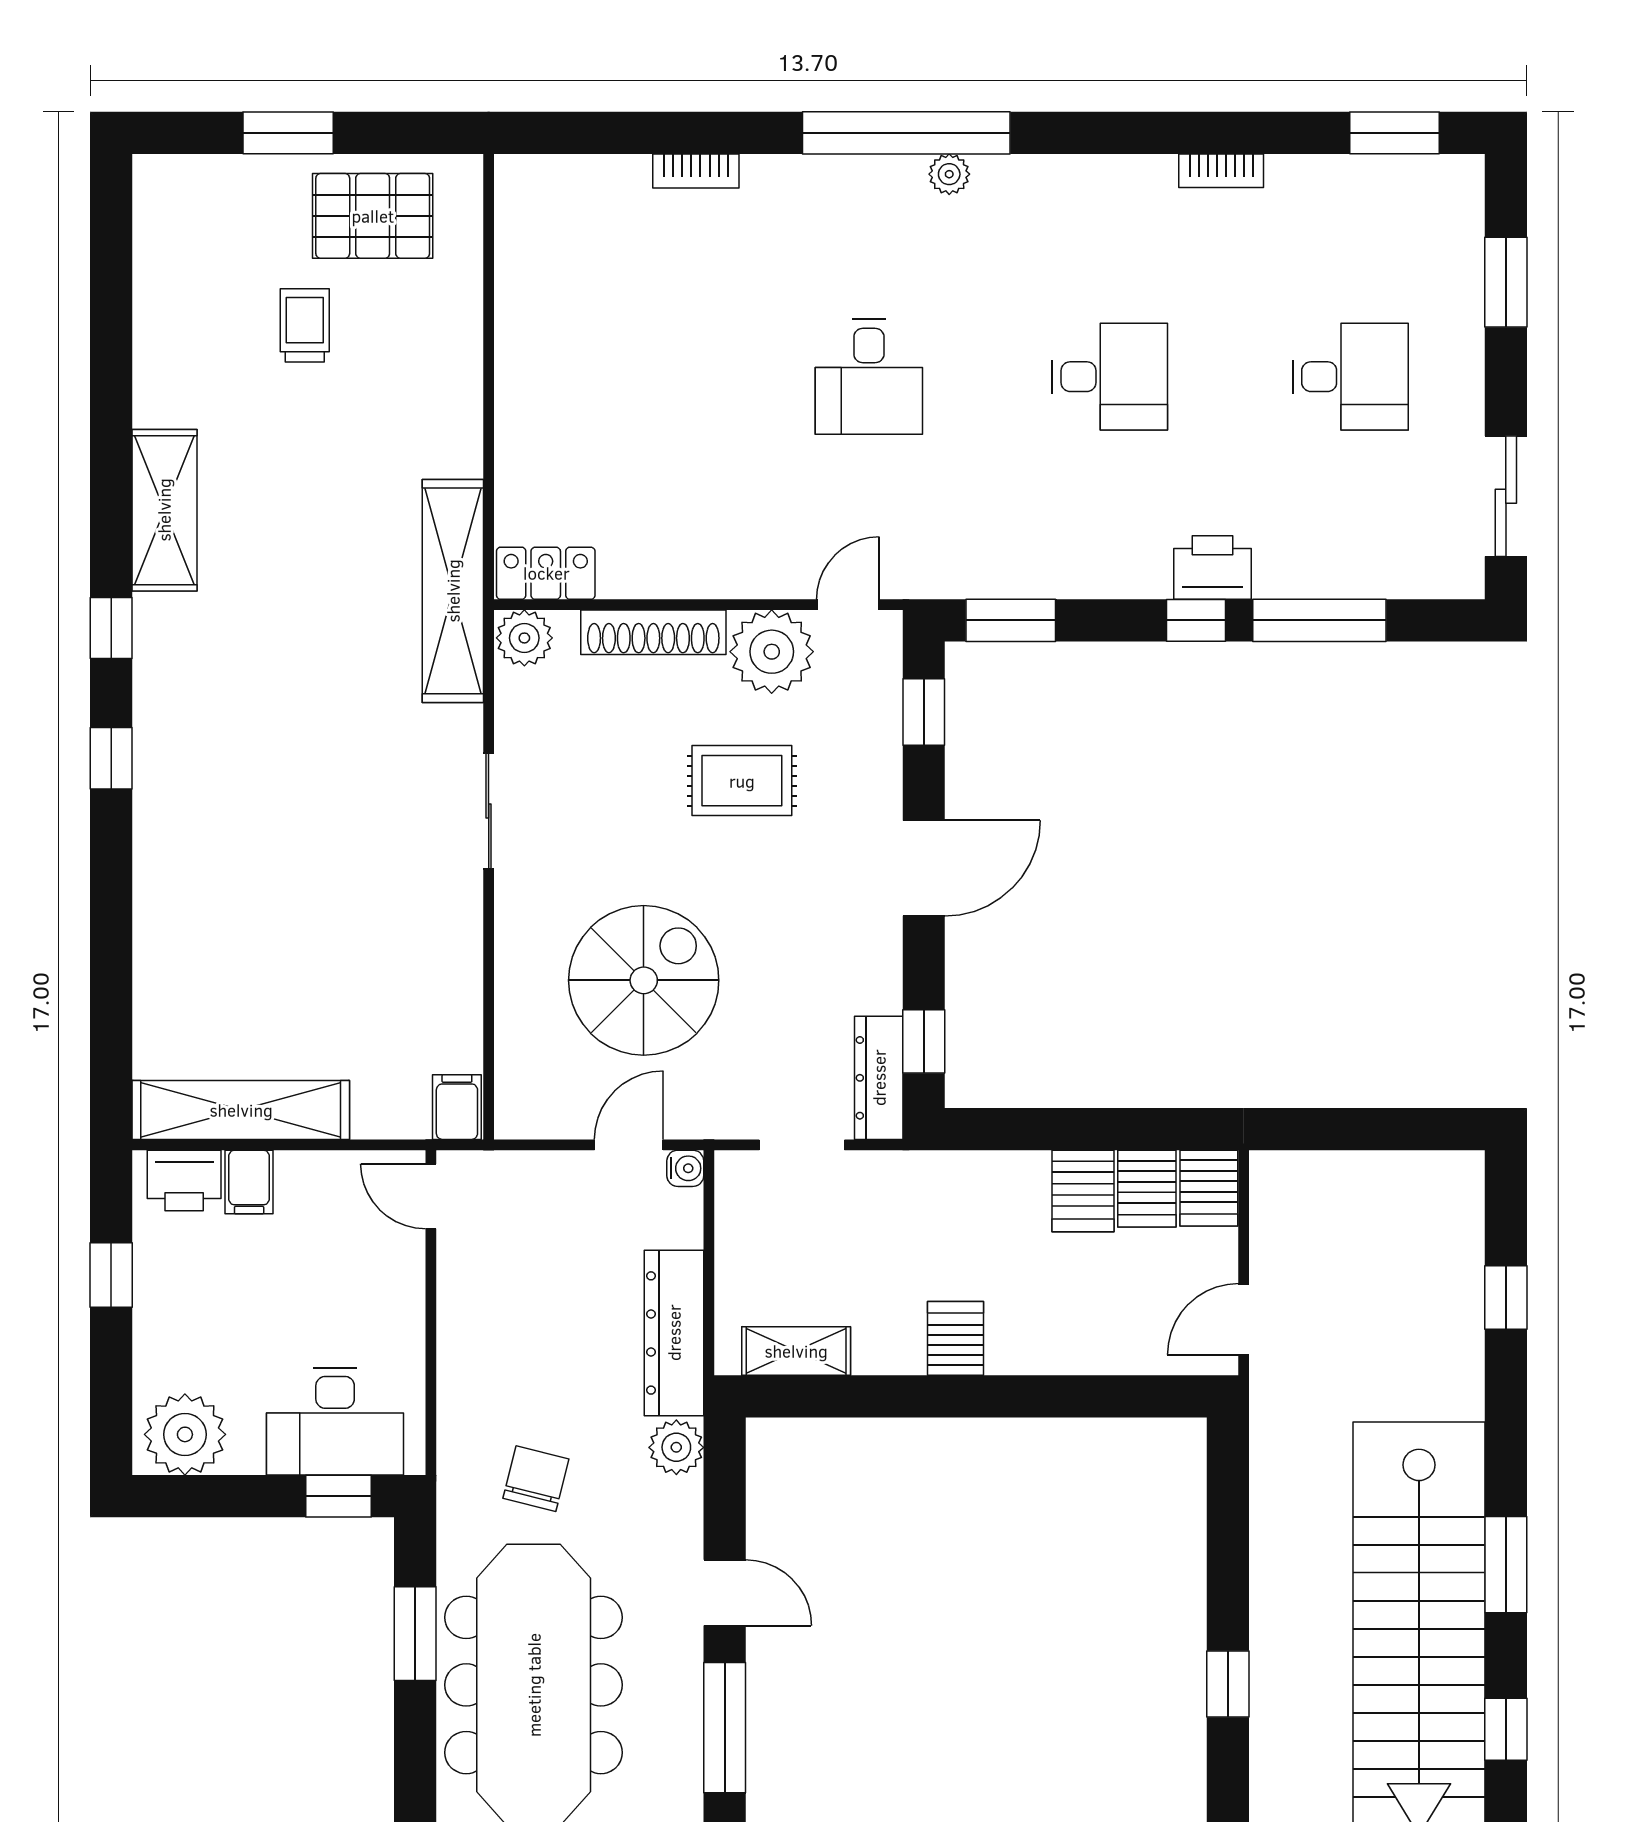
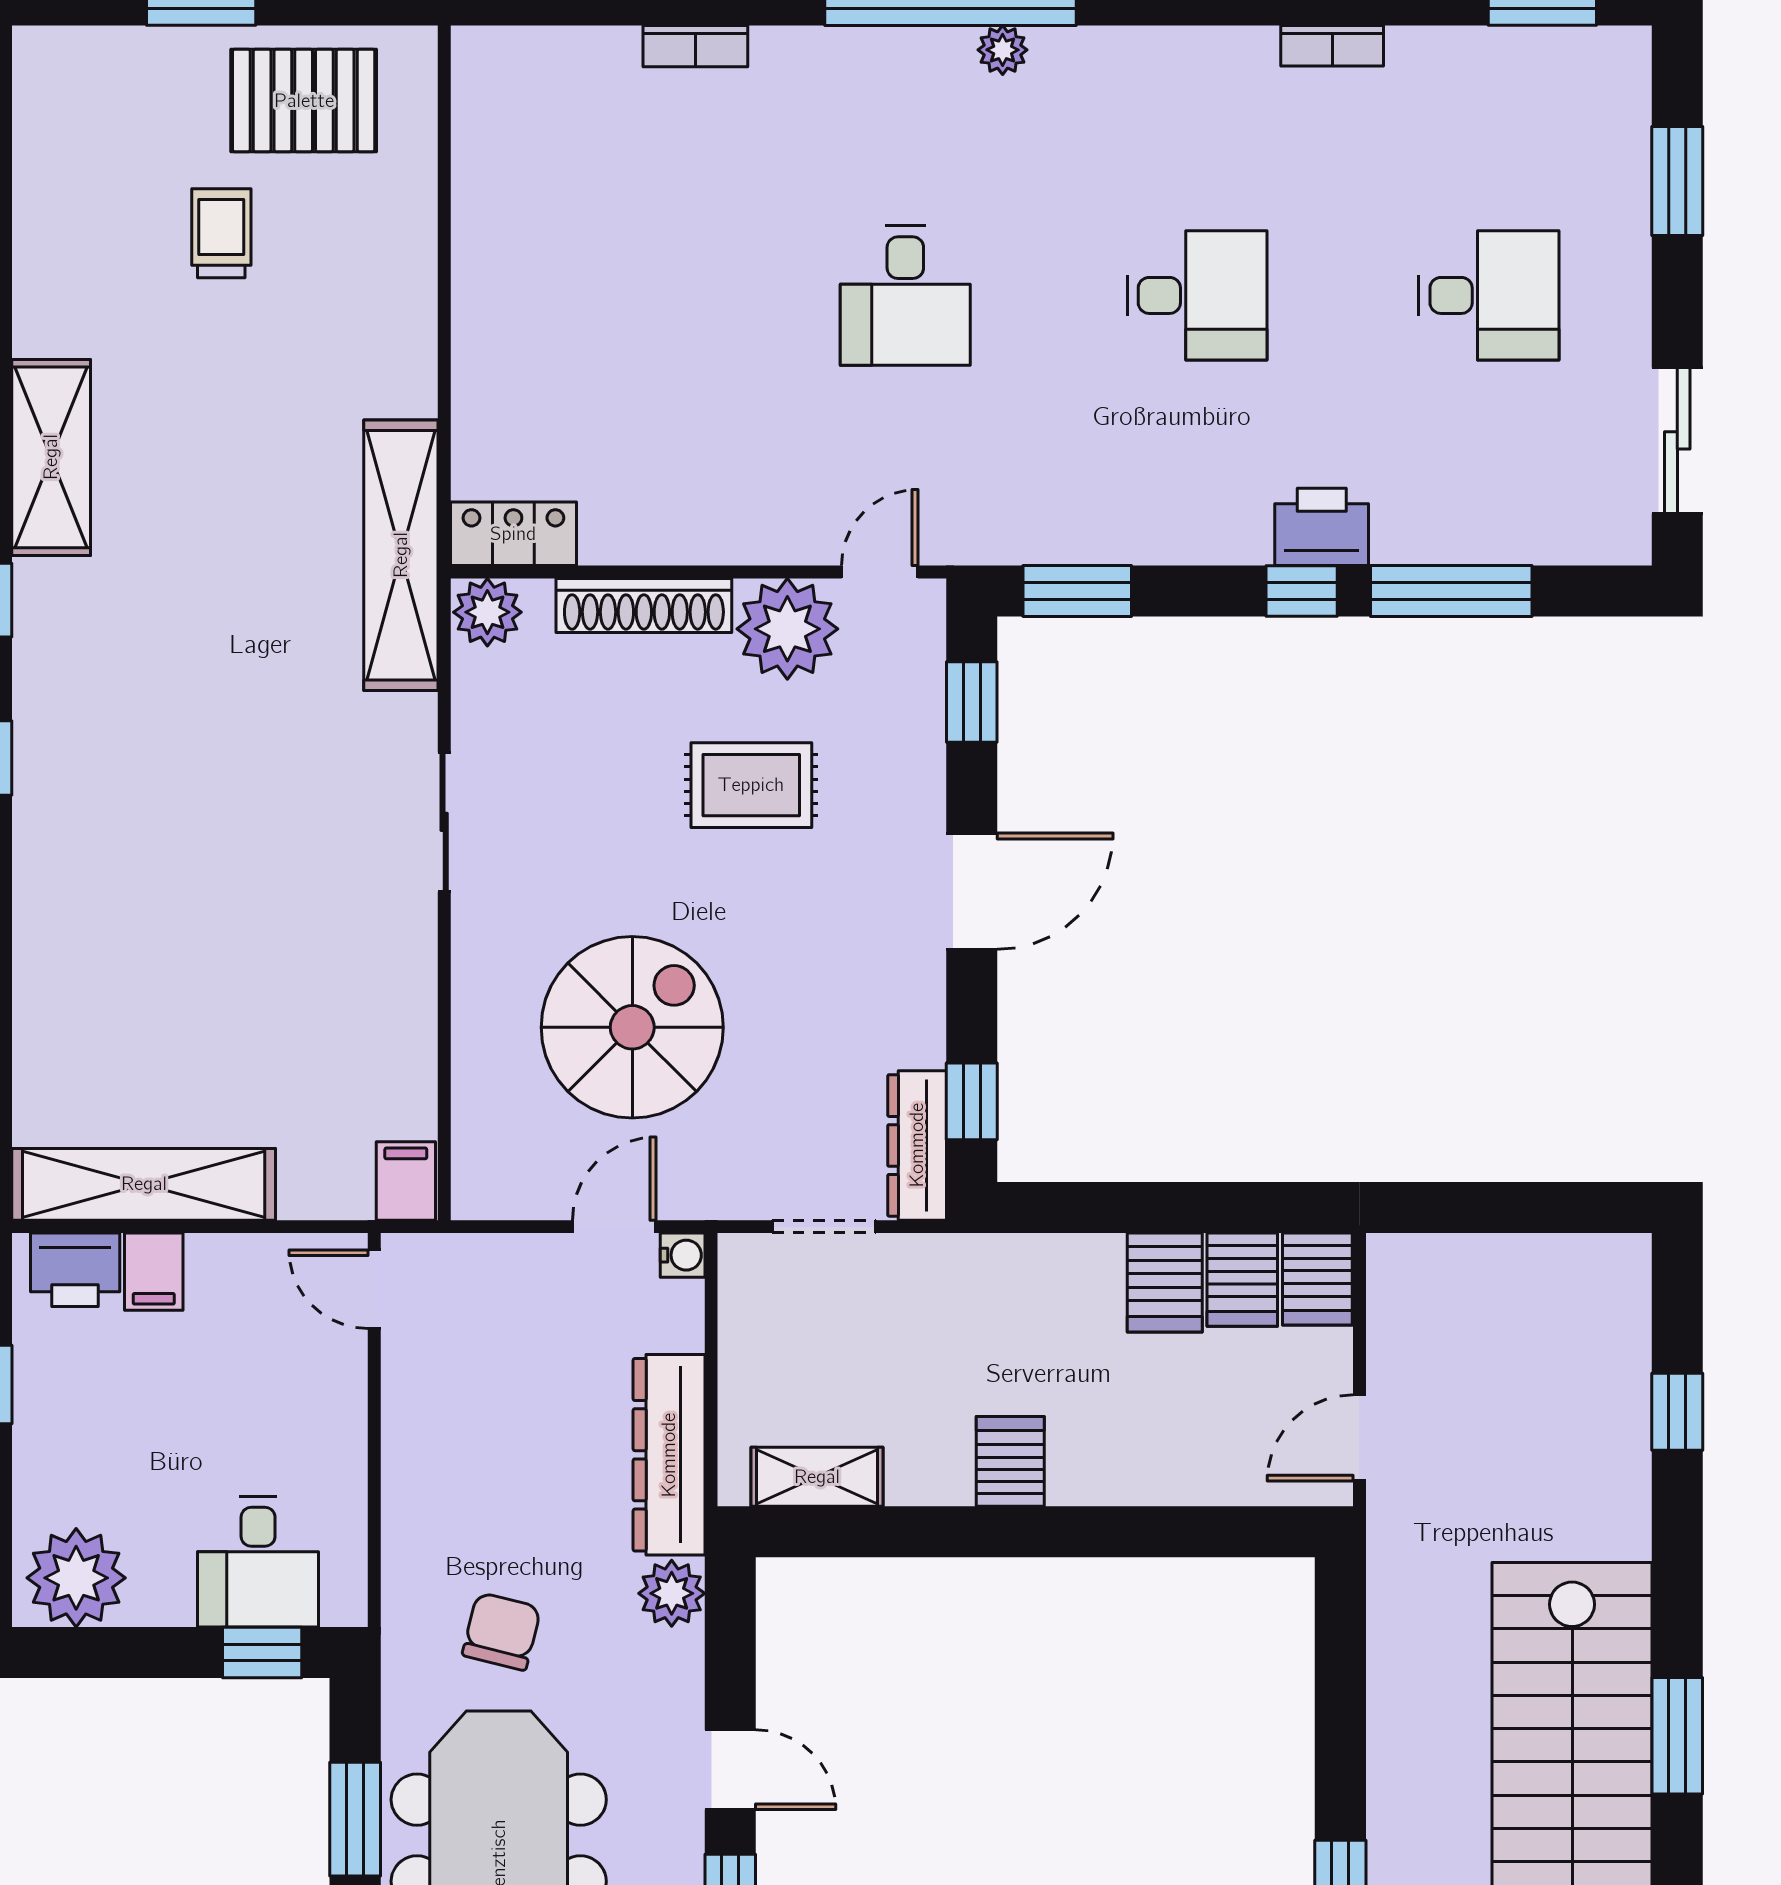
desk: (335, 1421) -> (258, 1562), width x0.73

